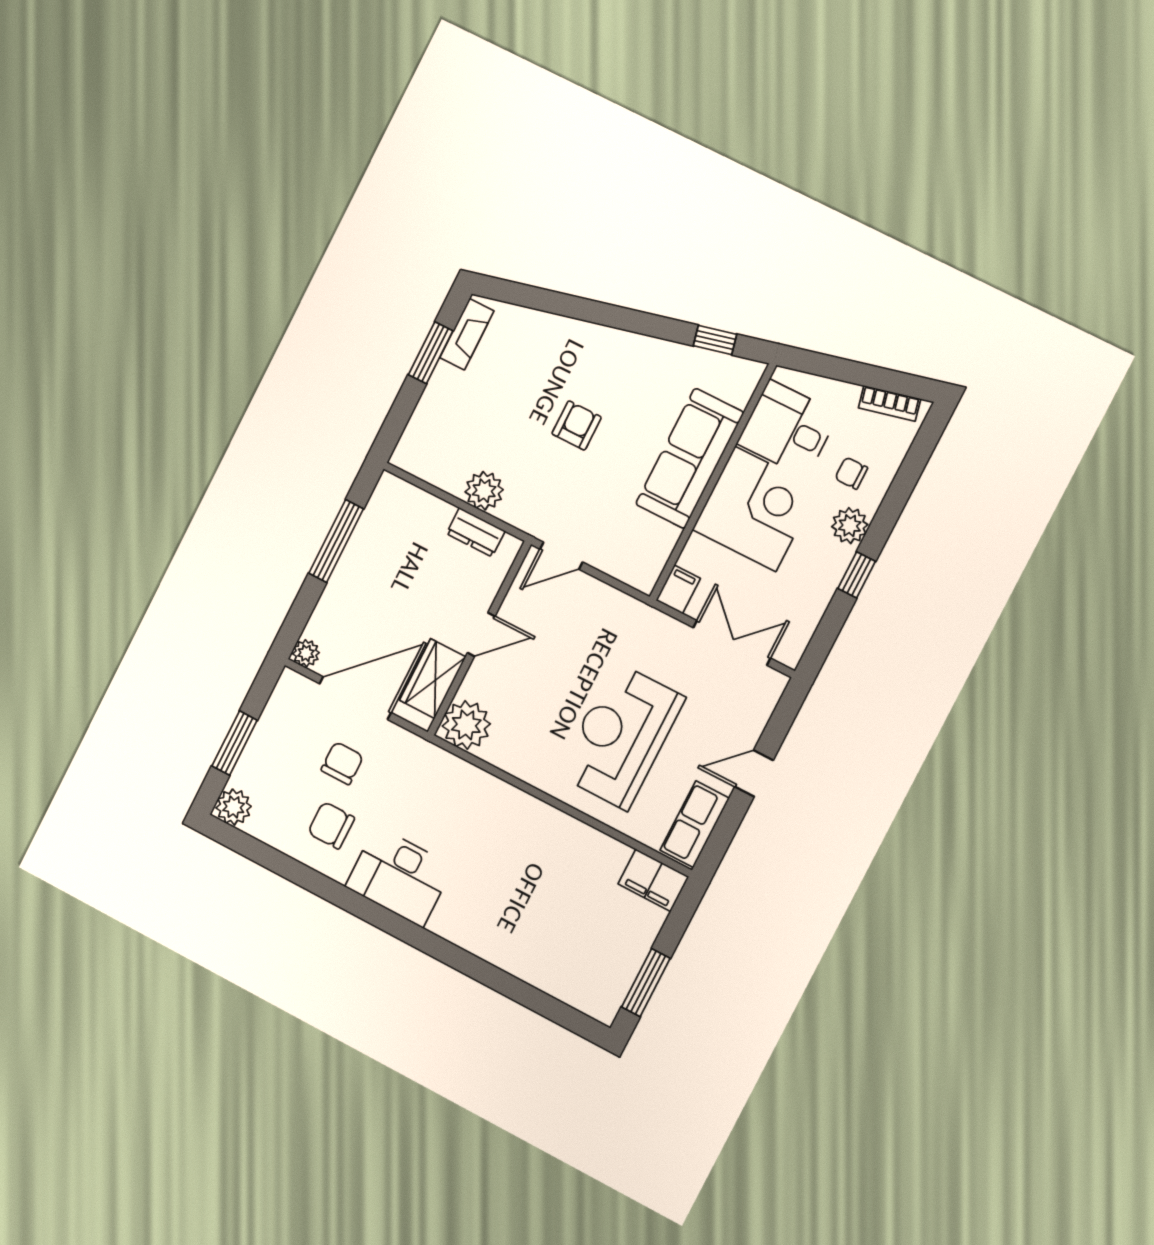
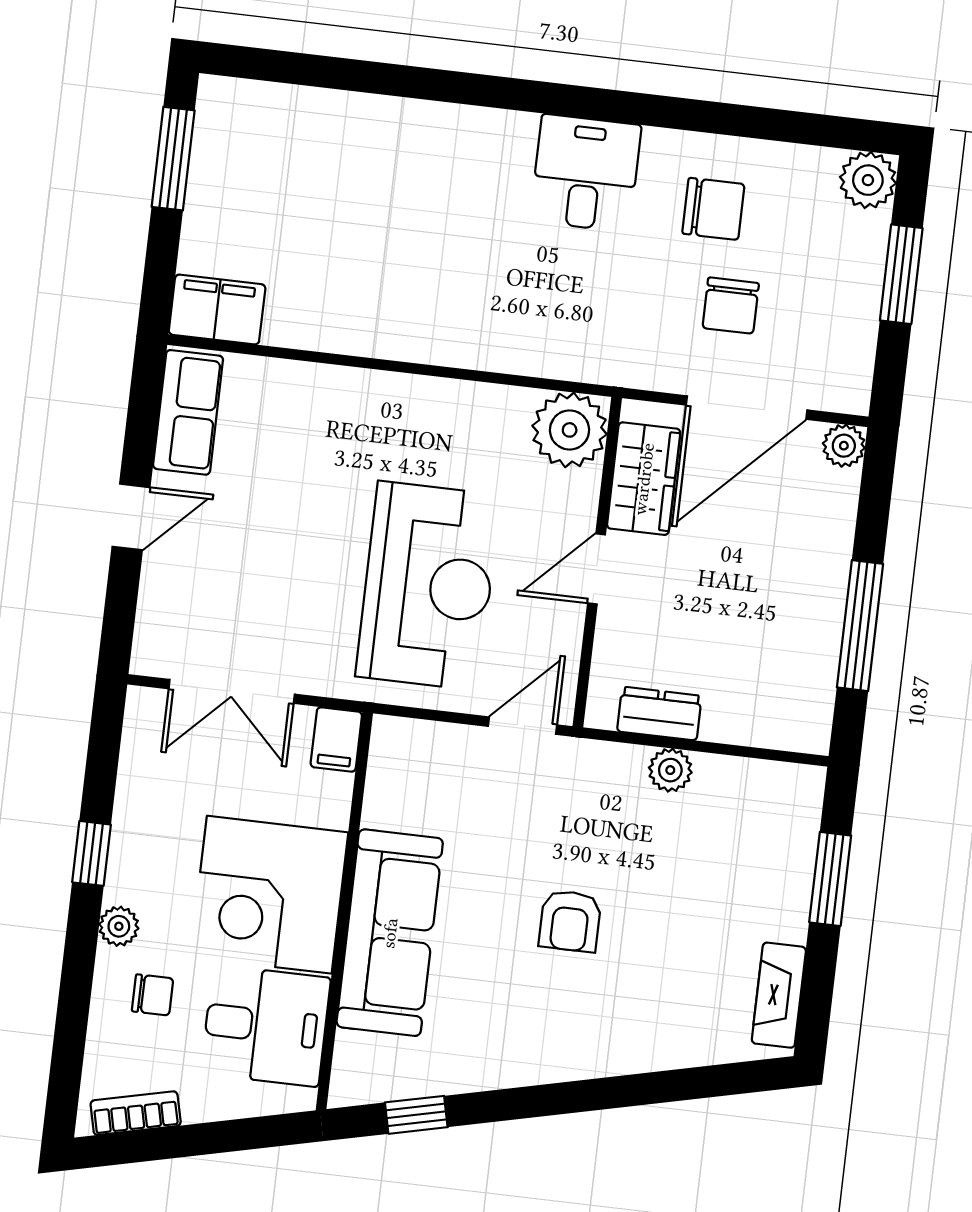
window: (431, 353) -> (830, 879), moved
plant: (484, 491) -> (670, 770), width x0.73, depth x0.73
plant: (850, 526) -> (119, 926), width x0.73, depth x0.73
reception desk: (621, 736) -> (428, 586), moved
desk: (399, 876) -> (586, 173), width x0.73

